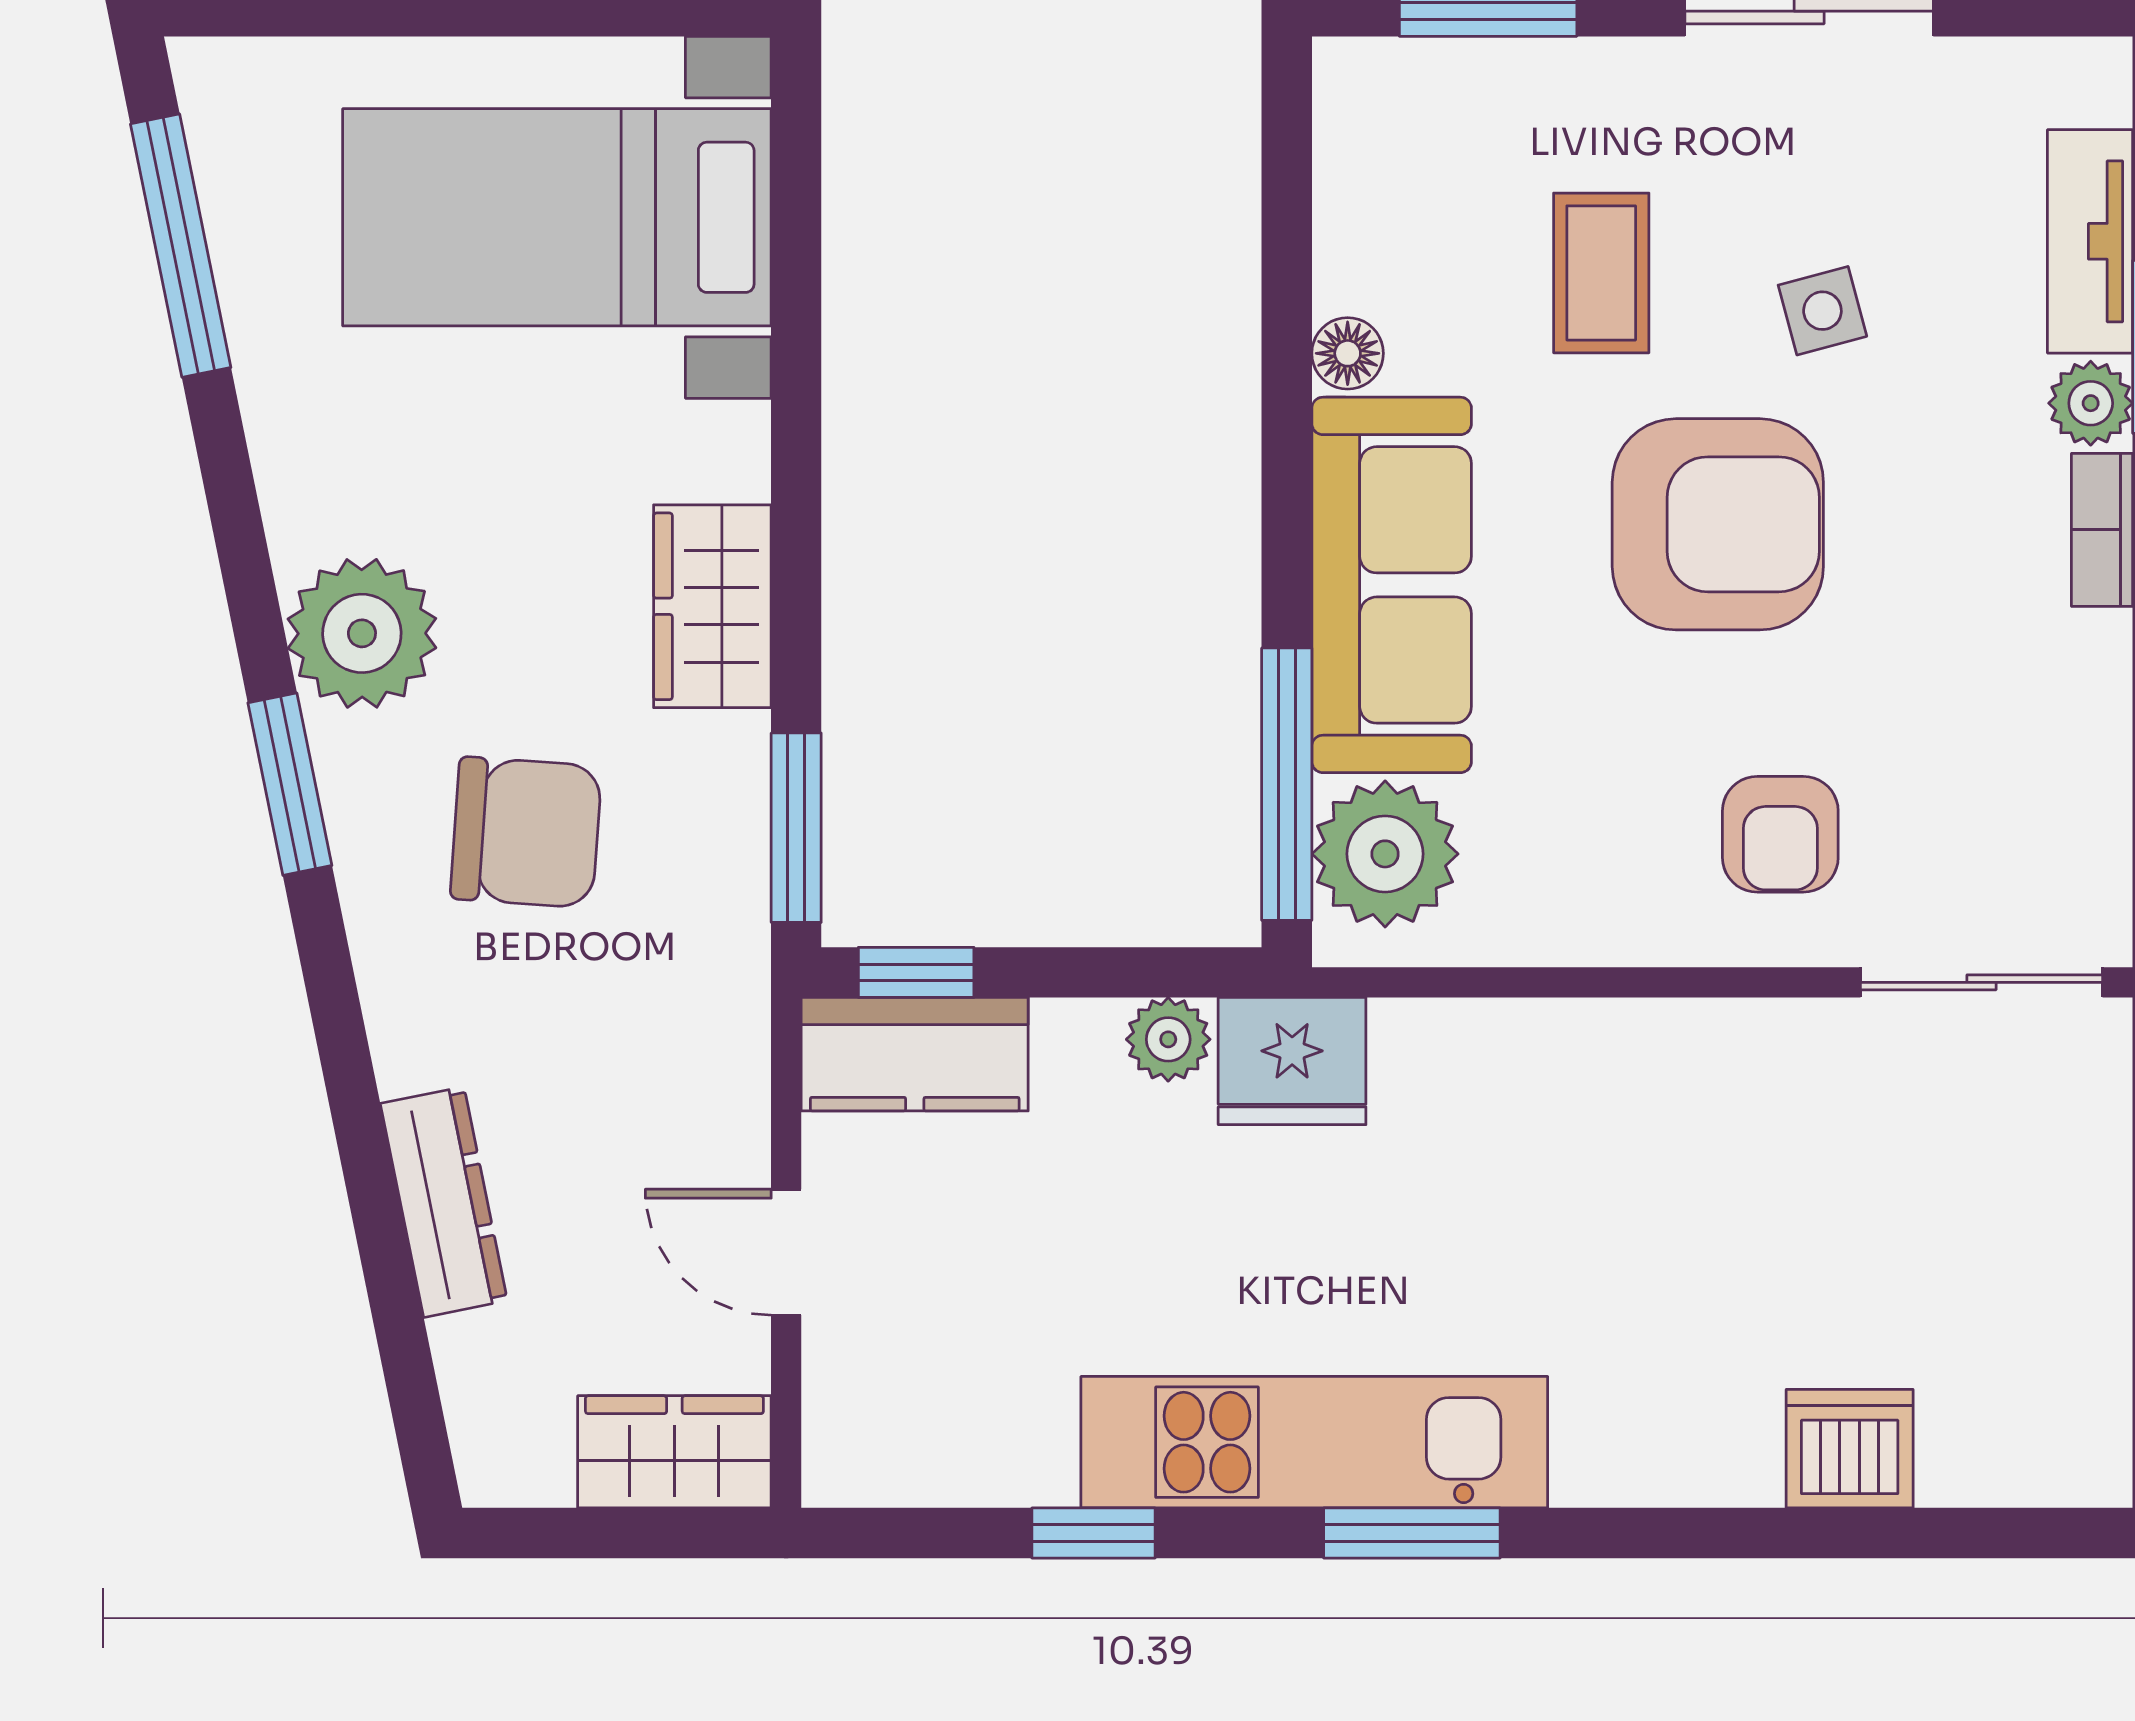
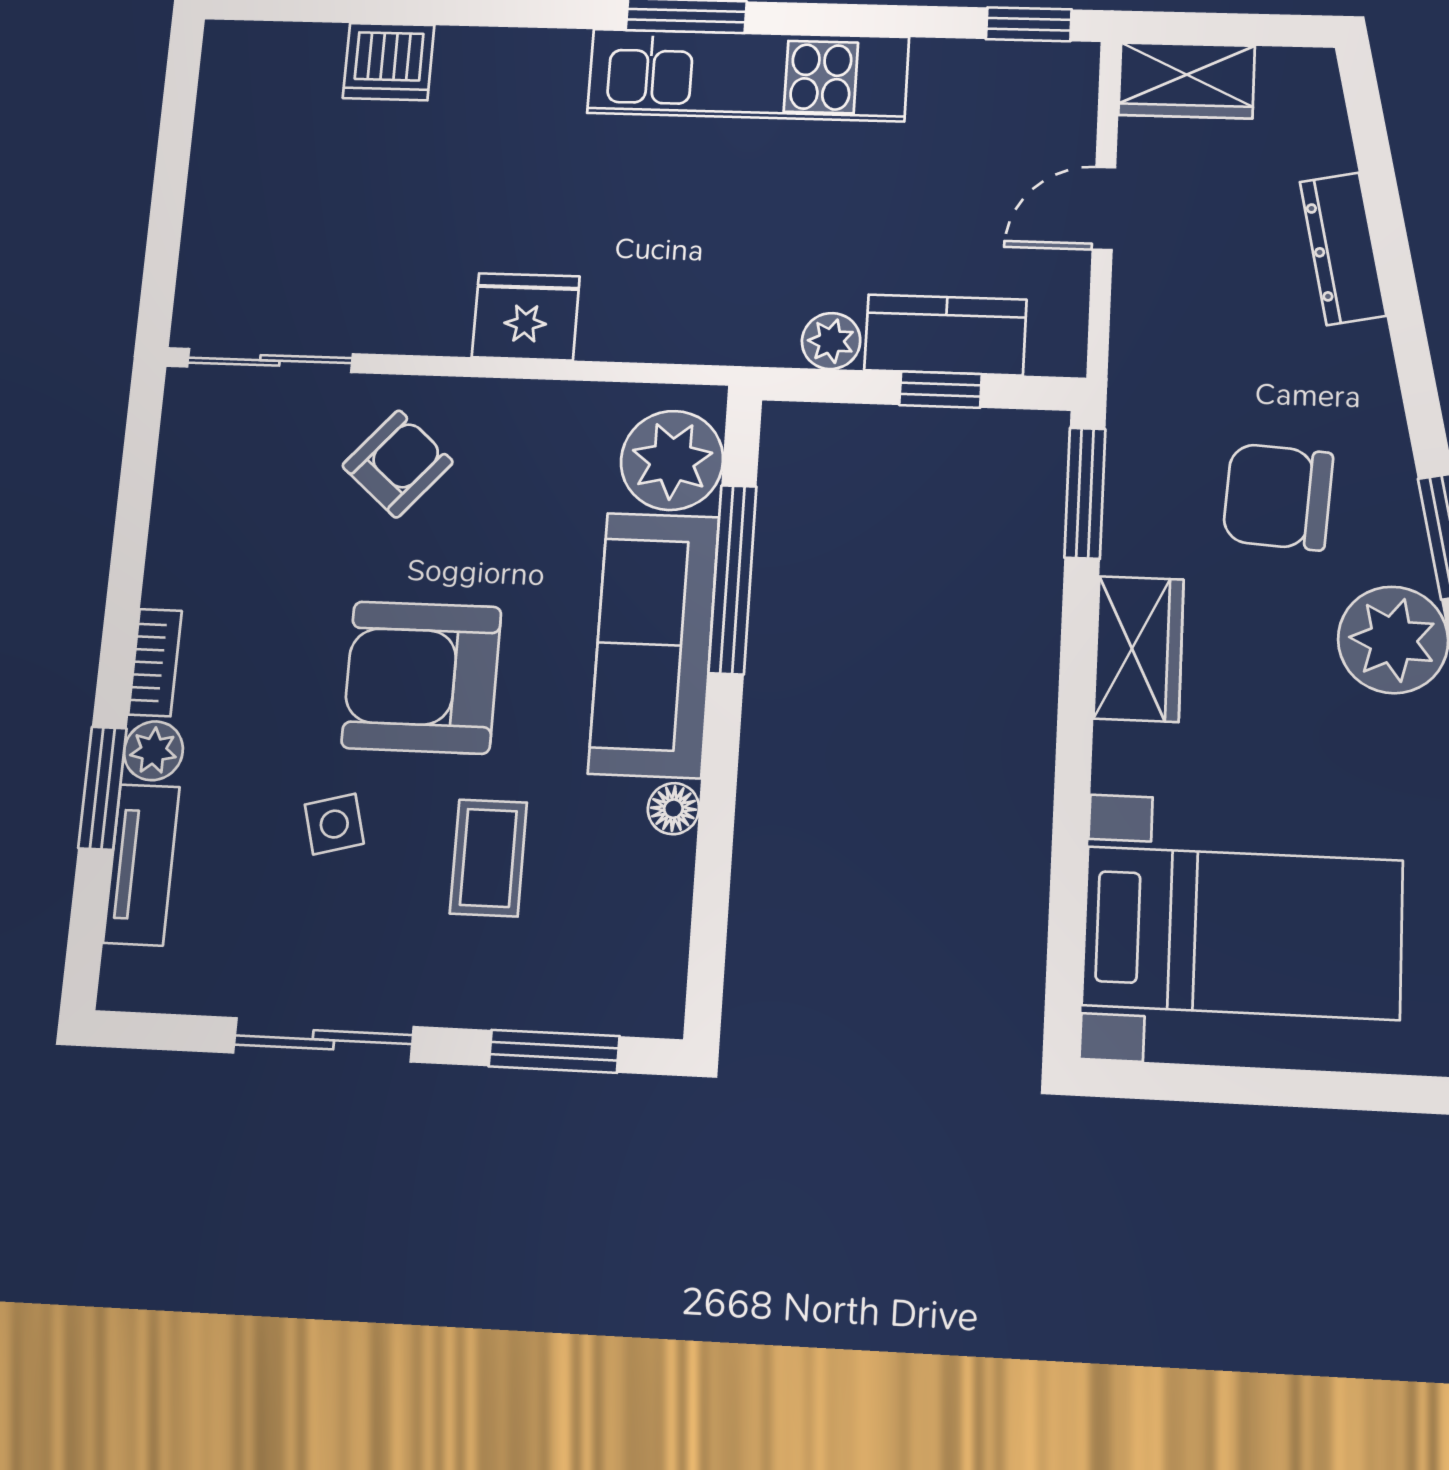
window: (1287, 784) -> (733, 579), moved
armchair: (1780, 834) -> (398, 464), turned 41
window: (916, 972) -> (941, 390), moved
kitchen counter: (915, 1054) -> (945, 335), moved
fridge: (1292, 1061) -> (526, 317), moved
door: (786, 1252) -> (1104, 208), swing flipped
window: (1094, 1533) -> (1029, 24), moved

